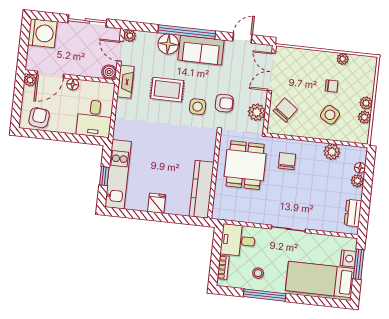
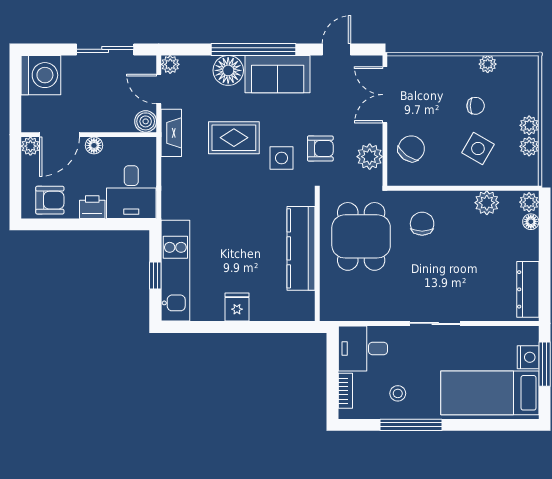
armchair: (39, 118) -> (50, 200), turned 84
printer: (67, 126) -> (92, 207), added
plant: (357, 181) -> (529, 202), moved
kitchen counter: (202, 189) -> (301, 248), moved
dresser: (353, 213) -> (528, 289), width x1.44

